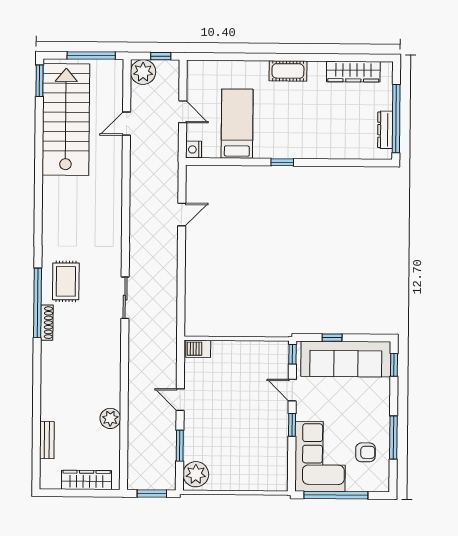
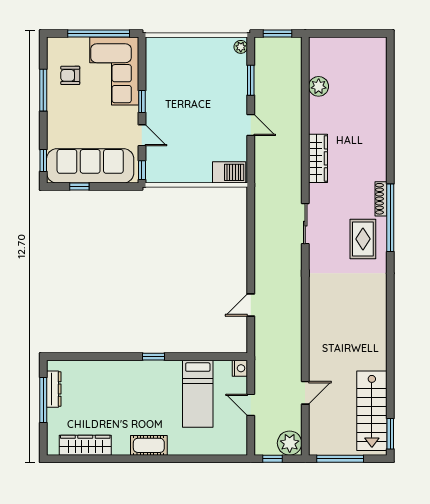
window: (396, 119) -> (43, 400), width x0.68
stairs: (66, 120) -> (372, 411), width x0.73, depth x0.66
window: (332, 338) -> (79, 187), moved
barbecue: (198, 349) -> (229, 172), width x1.38, depth x1.27
plant: (110, 418) -> (319, 86), moved
bench: (47, 440) -> (380, 85), removed
plant: (196, 474) -> (241, 47), width x0.53, depth x0.53
wardrobe: (86, 480) -> (318, 158), moved, turned -90

